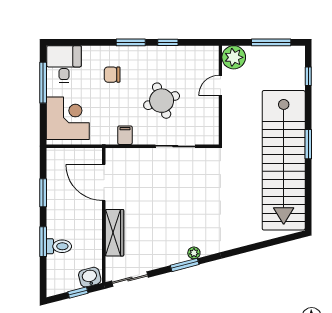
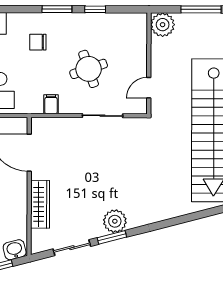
door: (220, 85) -> (149, 88), moved
plant: (194, 253) -> (115, 221), width x1.87, depth x1.87
sliding door: (130, 279) -> (72, 248), moved

